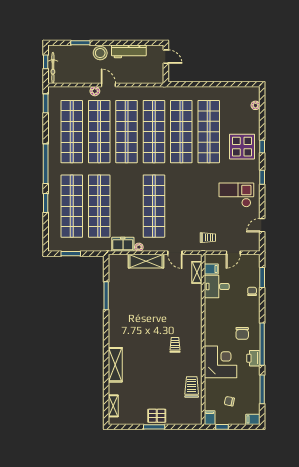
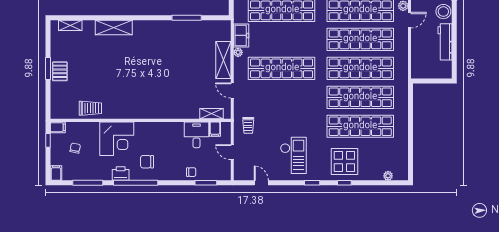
door: (166, 57) -> (440, 81), removed
door: (175, 253) -> (232, 91), hinge flipped
trolley: (175, 345) -> (135, 91), removed

